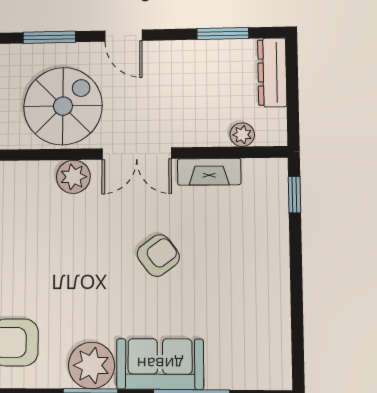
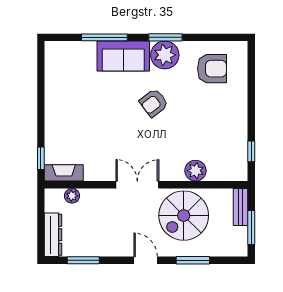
fireplace: (209, 172) -> (64, 173), moved
plant: (73, 177) -> (195, 171), moved
armchair: (158, 255) -> (154, 103), moved

